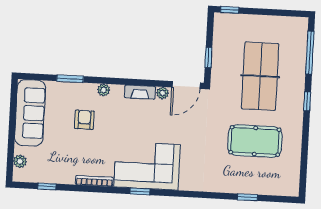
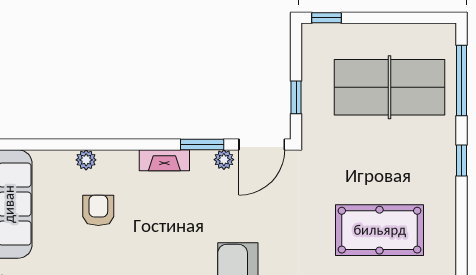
table tennis table: (260, 76) -> (390, 87), moved, turned 90
window: (70, 79) -> (202, 144), moved
plant: (104, 90) -> (86, 160), moved
fireplace: (140, 92) -> (164, 160), moved

